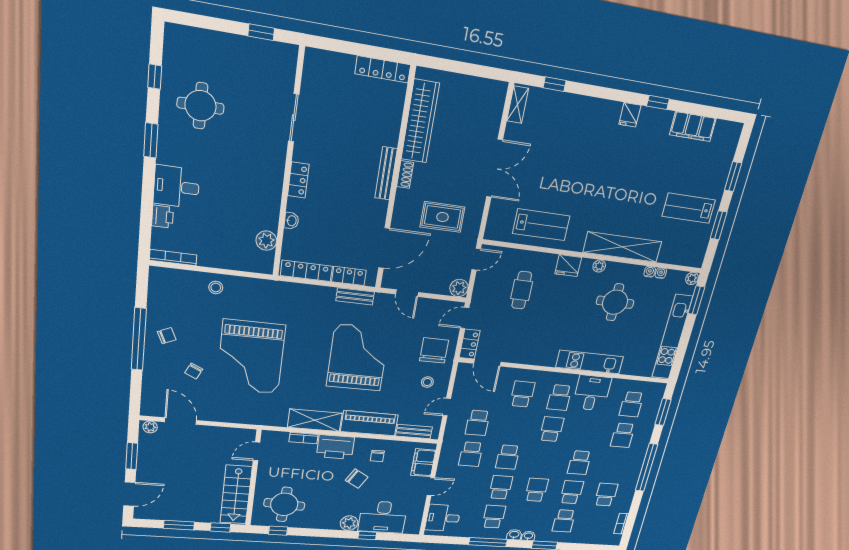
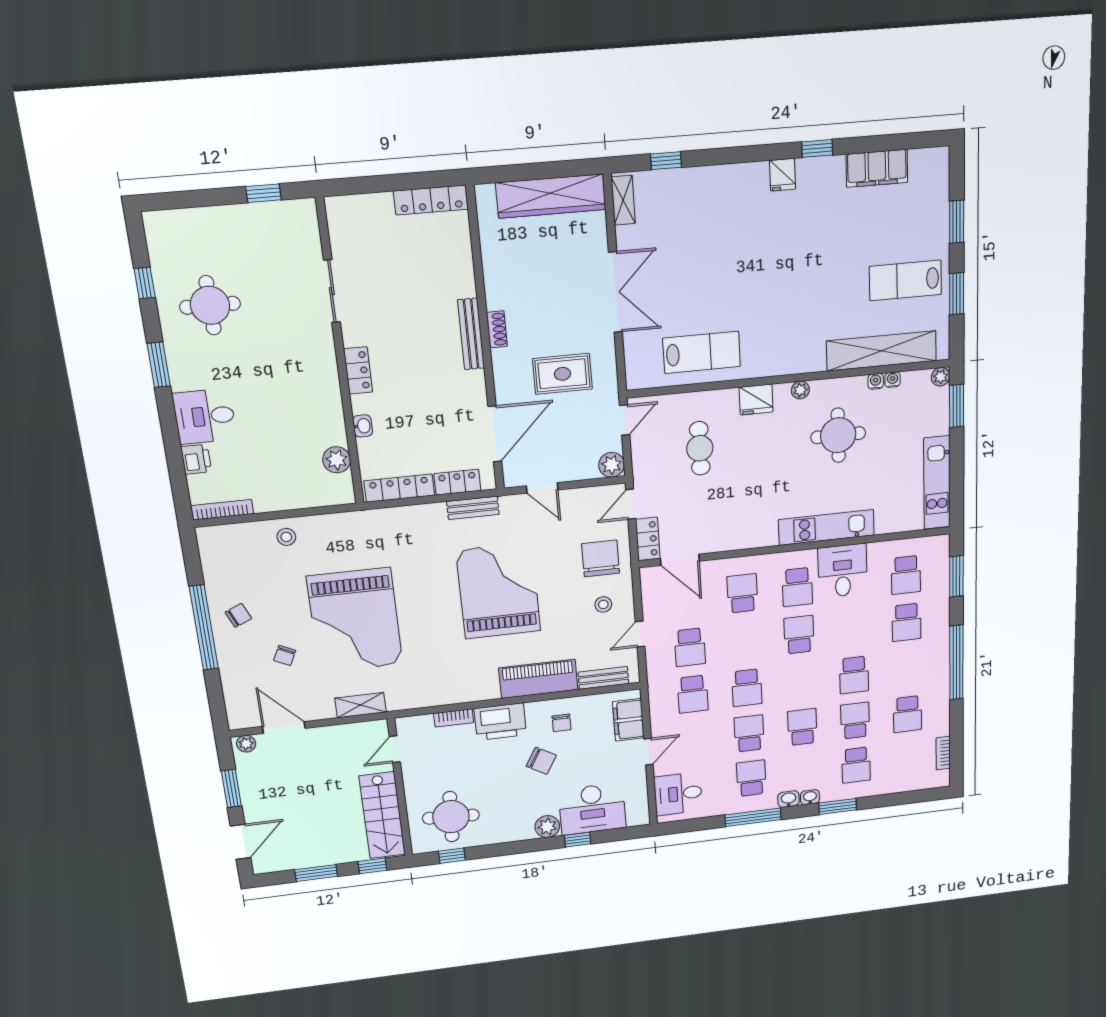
wardrobe: (420, 121) -> (551, 196), moved, turned 90
shelving: (622, 247) -> (881, 351), moved
kitchen unit: (672, 337) -> (937, 483), width x0.73
shelving: (315, 420) -> (360, 705), moved, width x0.67, depth x0.75
school desk: (606, 495) -> (907, 714), turned 180

